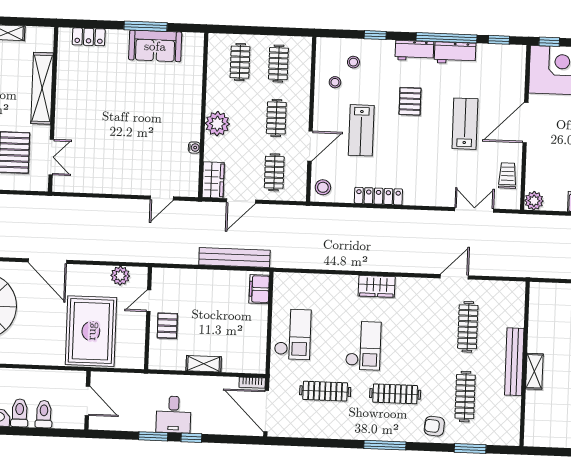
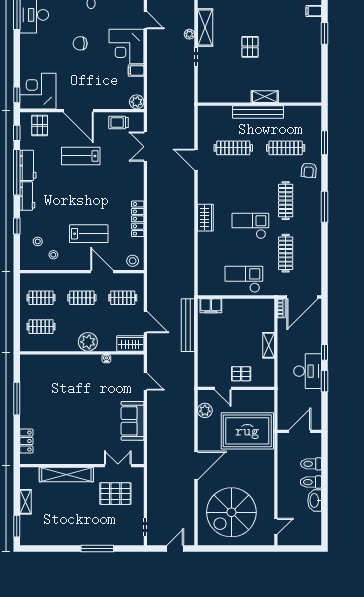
sofa: (155, 46) -> (132, 421), moved, turned 180
pallet: (410, 101) -> (40, 125), moved, turned 90
desk: (174, 415) -> (308, 371), width x1.37

